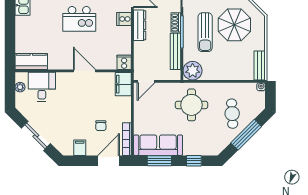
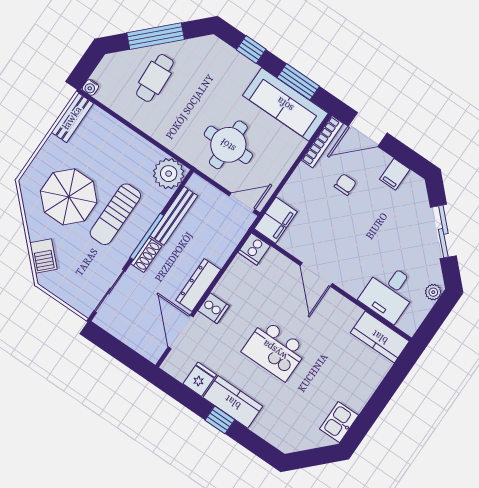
kitchen island: (79, 19) -> (275, 350), turned 180
sun lounger: (205, 32) -> (115, 214), turned 180
plant: (20, 87) -> (433, 292), moved
round table: (191, 105) -> (228, 145), moved

